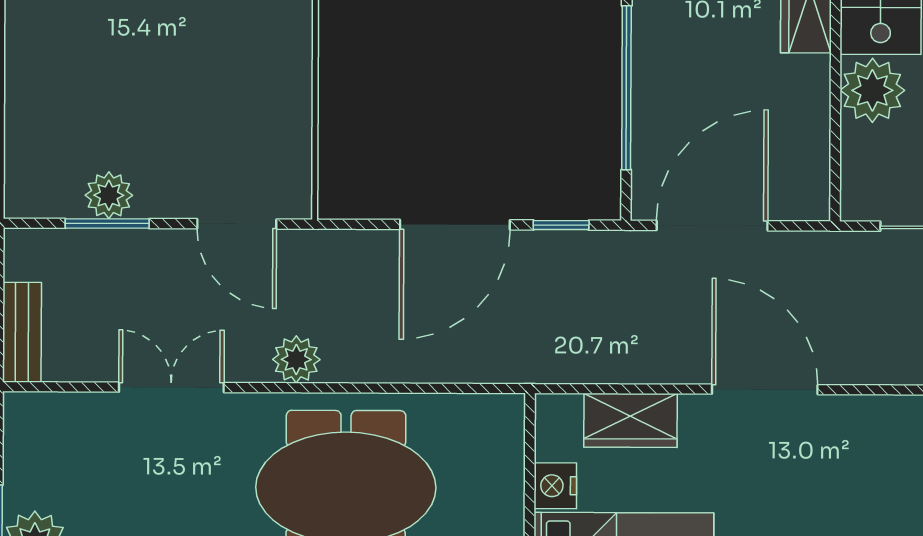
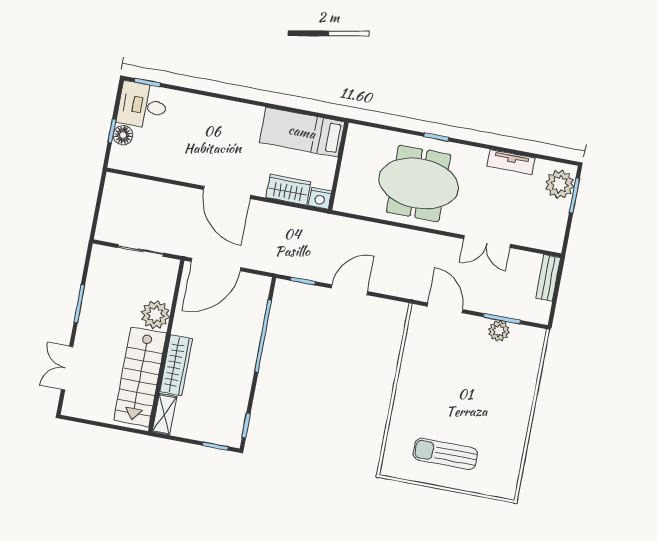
door: (455, 225) -> (349, 290), width x0.73
door: (712, 226) -> (216, 265), moved
plant: (296, 359) -> (430, 244), removed
nightstand: (555, 486) -> (320, 198), moved, turned 90

